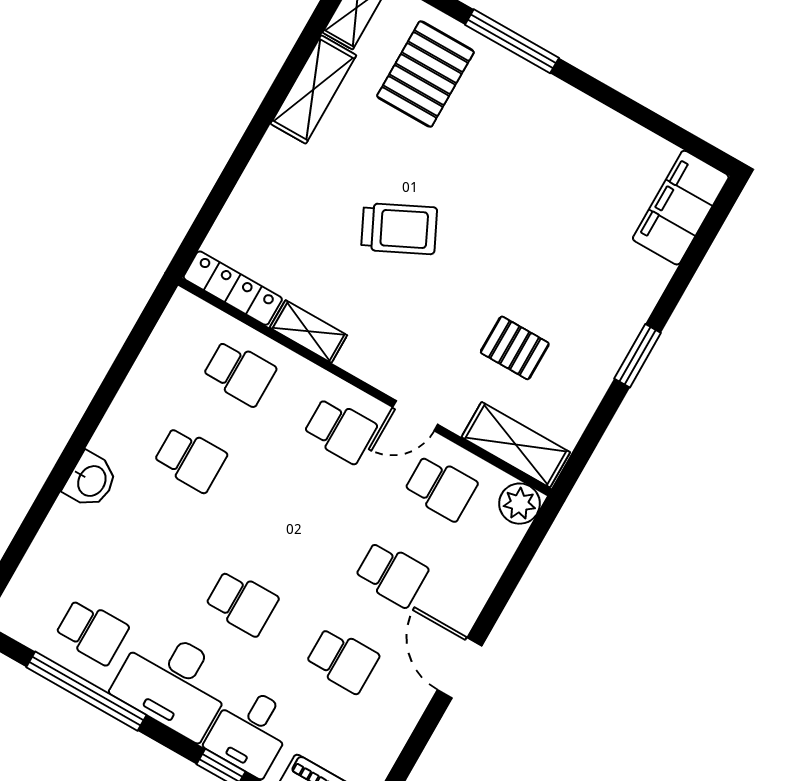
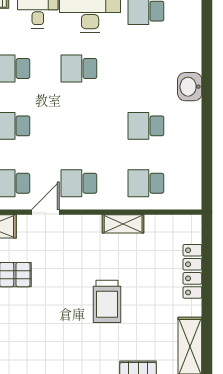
trolley: (399, 229) -> (107, 301), turned -64
locker: (233, 288) -> (192, 271), moved, turned 90

